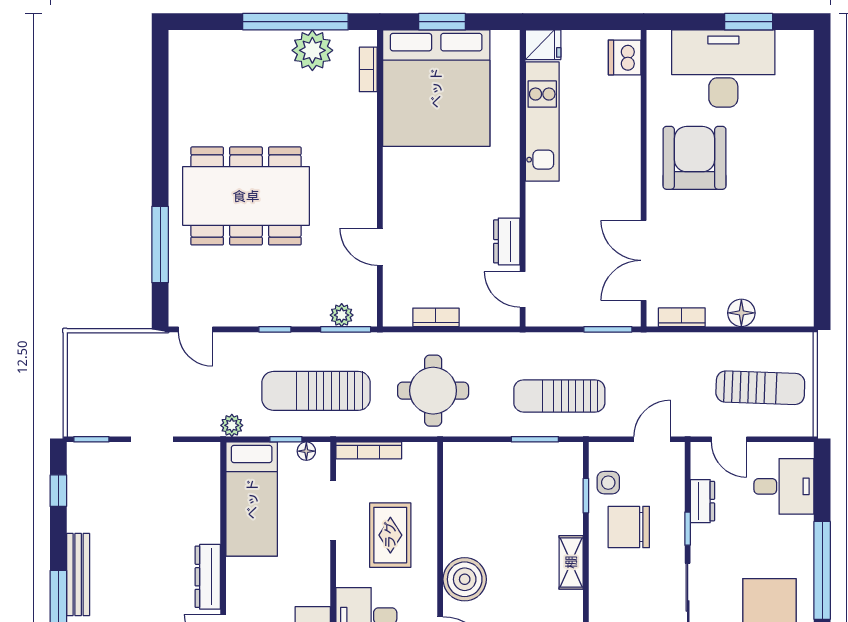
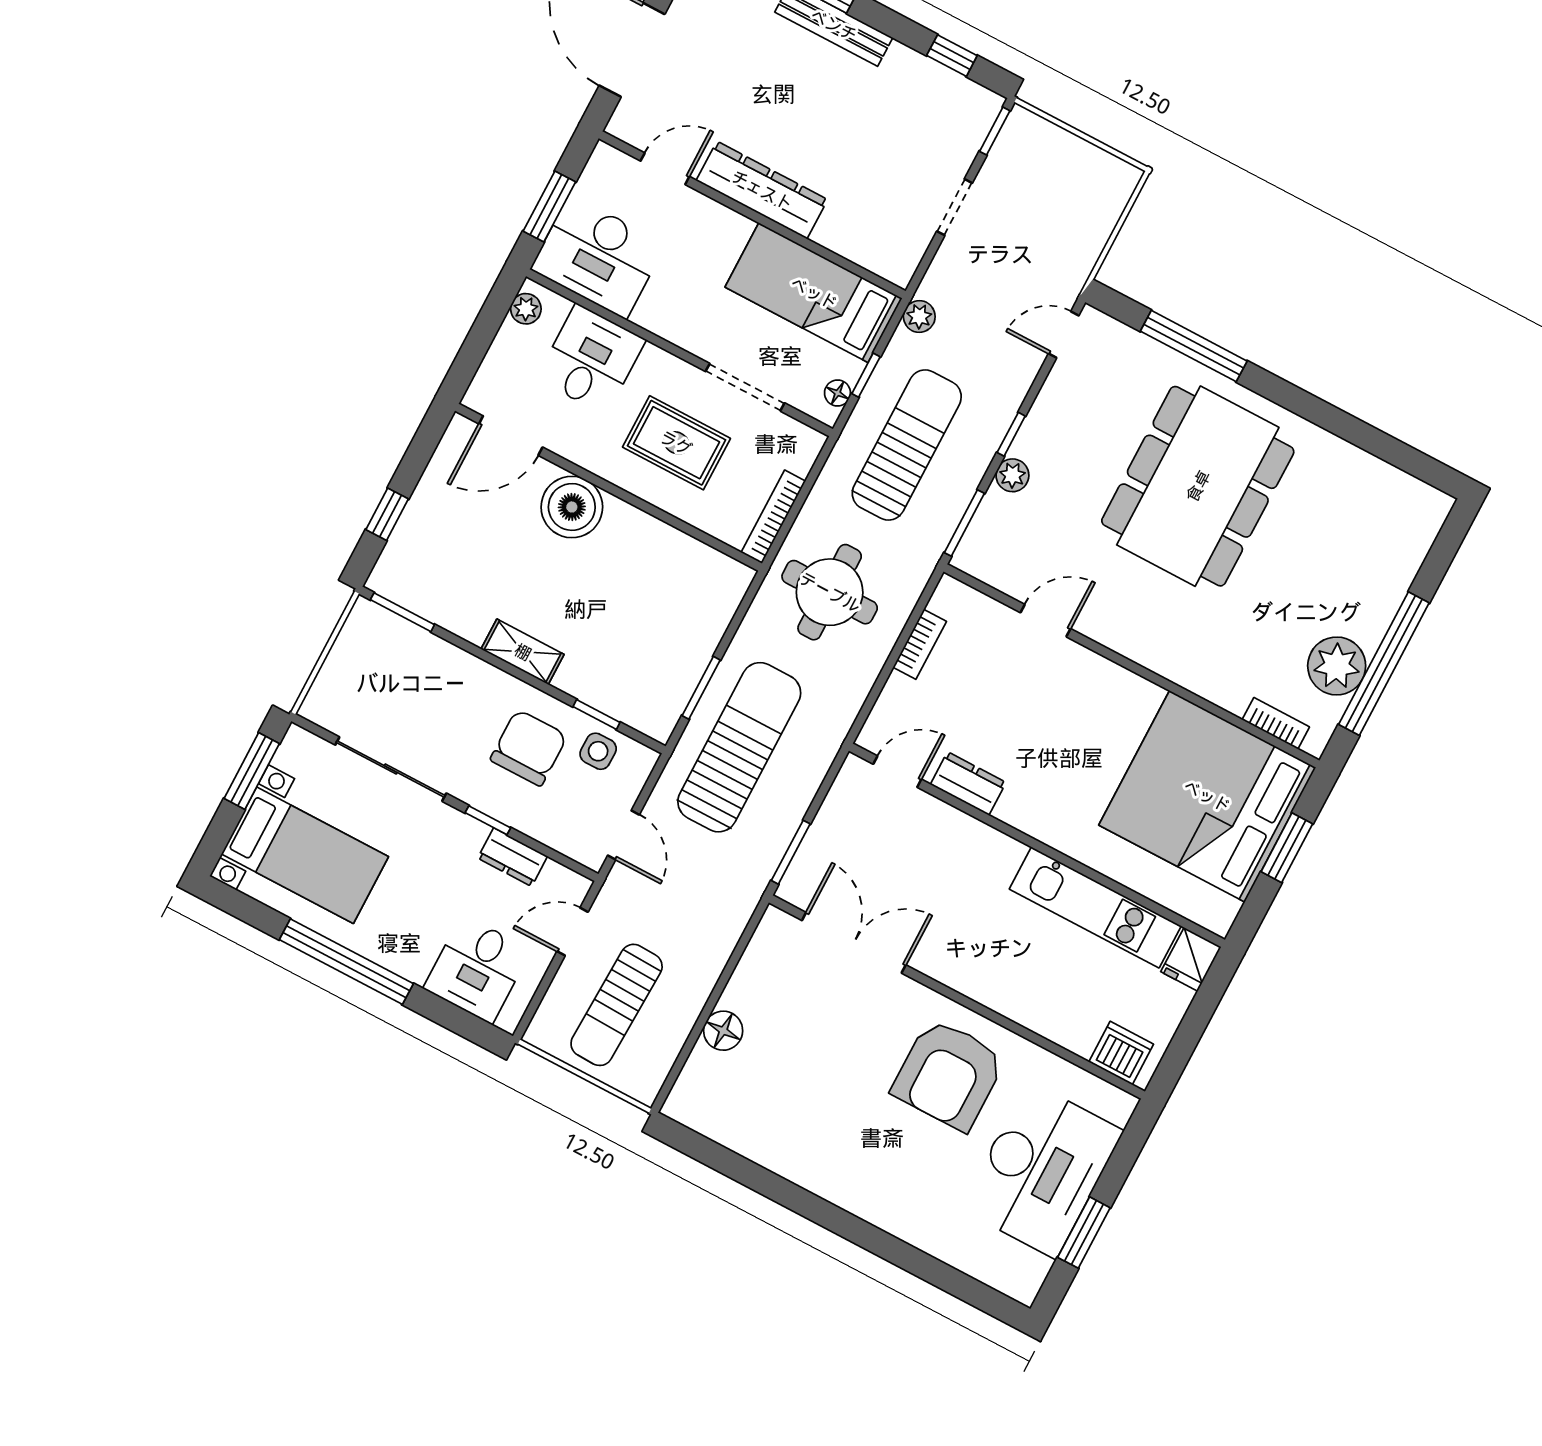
armchair: (695, 158) -> (949, 1074), turned 90
plant: (342, 315) -> (1012, 475), moved
bookcase: (682, 317) -> (757, 953), removed
sun lounger: (559, 396) -> (739, 747), width x1.36, depth x1.34
bookcase: (369, 450) -> (773, 517), moved
dresser: (208, 577) -> (762, 190), width x1.37, depth x1.24

